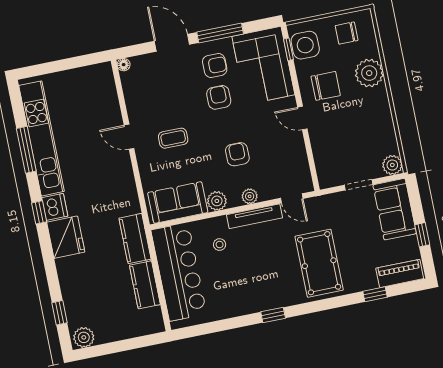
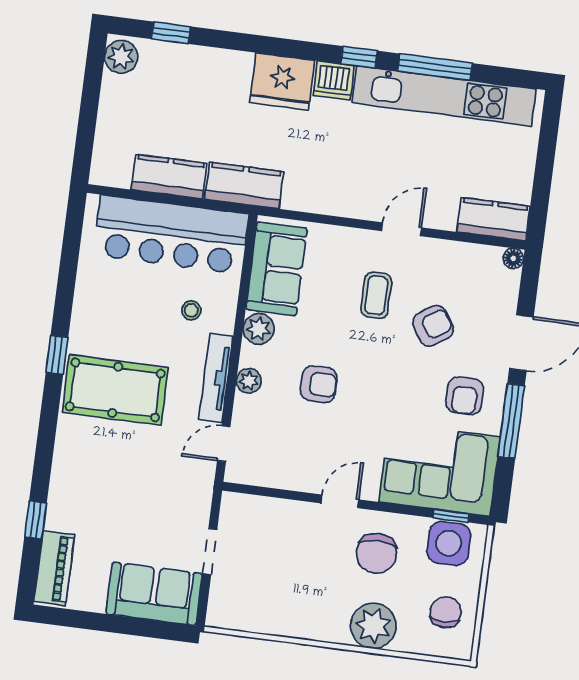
kitchen counter: (104, 84) -> (494, 219), added
armchair: (219, 97) -> (433, 326), moved, turned -34
plant: (392, 165) -> (222, 613), removed
window: (39, 212) -> (359, 57), moved
window: (422, 235) -> (101, 622), removed
pool table: (319, 263) -> (115, 390), moved

